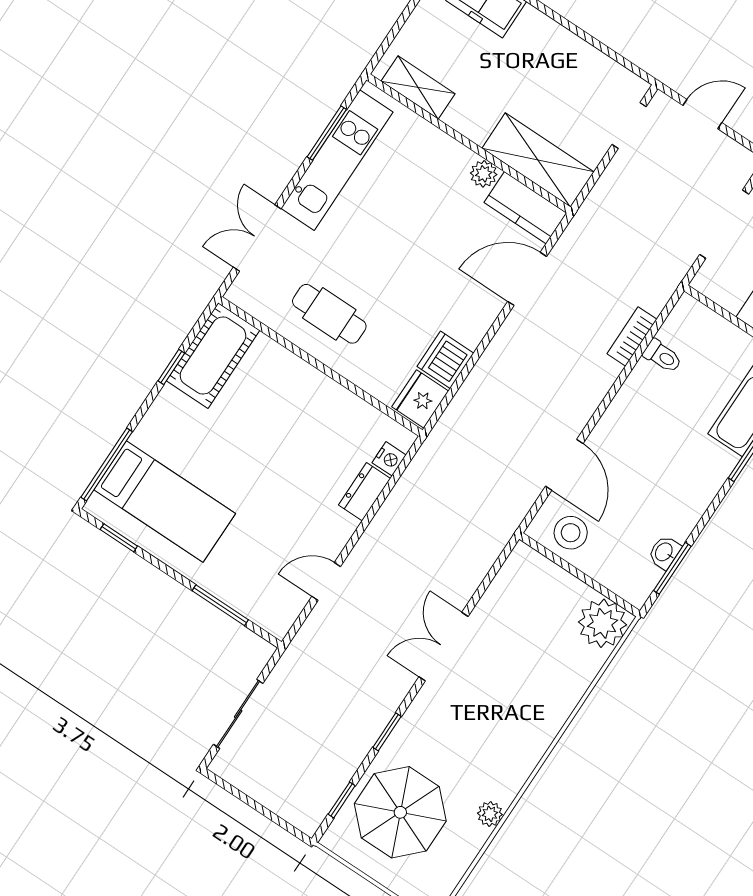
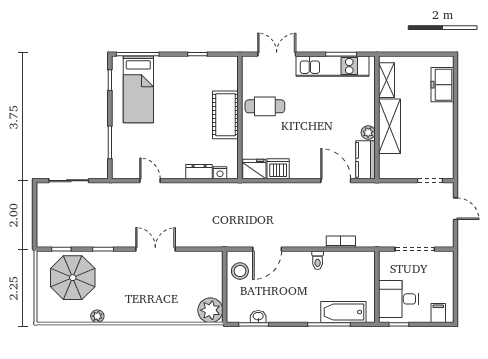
shelving: (538, 160) -> (389, 126), moved
cafe table: (329, 314) -> (265, 106), turned 90
cot: (213, 356) -> (225, 115), moved, turned 90
toilet: (662, 356) -> (318, 260), moved

